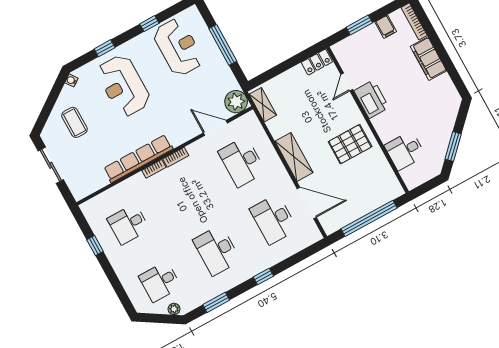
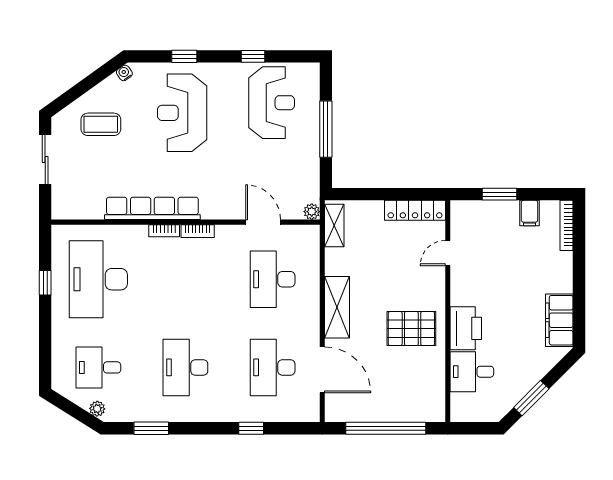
filing cabinet: (428, 59) -> (559, 320), moved
locker: (317, 62) -> (415, 210), width x1.53
printer: (371, 99) -> (466, 328), moved
plant: (236, 102) -> (312, 212), width x0.53, depth x0.53
coffee table: (75, 122) -> (101, 124), turned 90
desk: (128, 224) -> (98, 279), width x1.87, depth x1.30
window: (263, 276) -> (251, 428), moved

